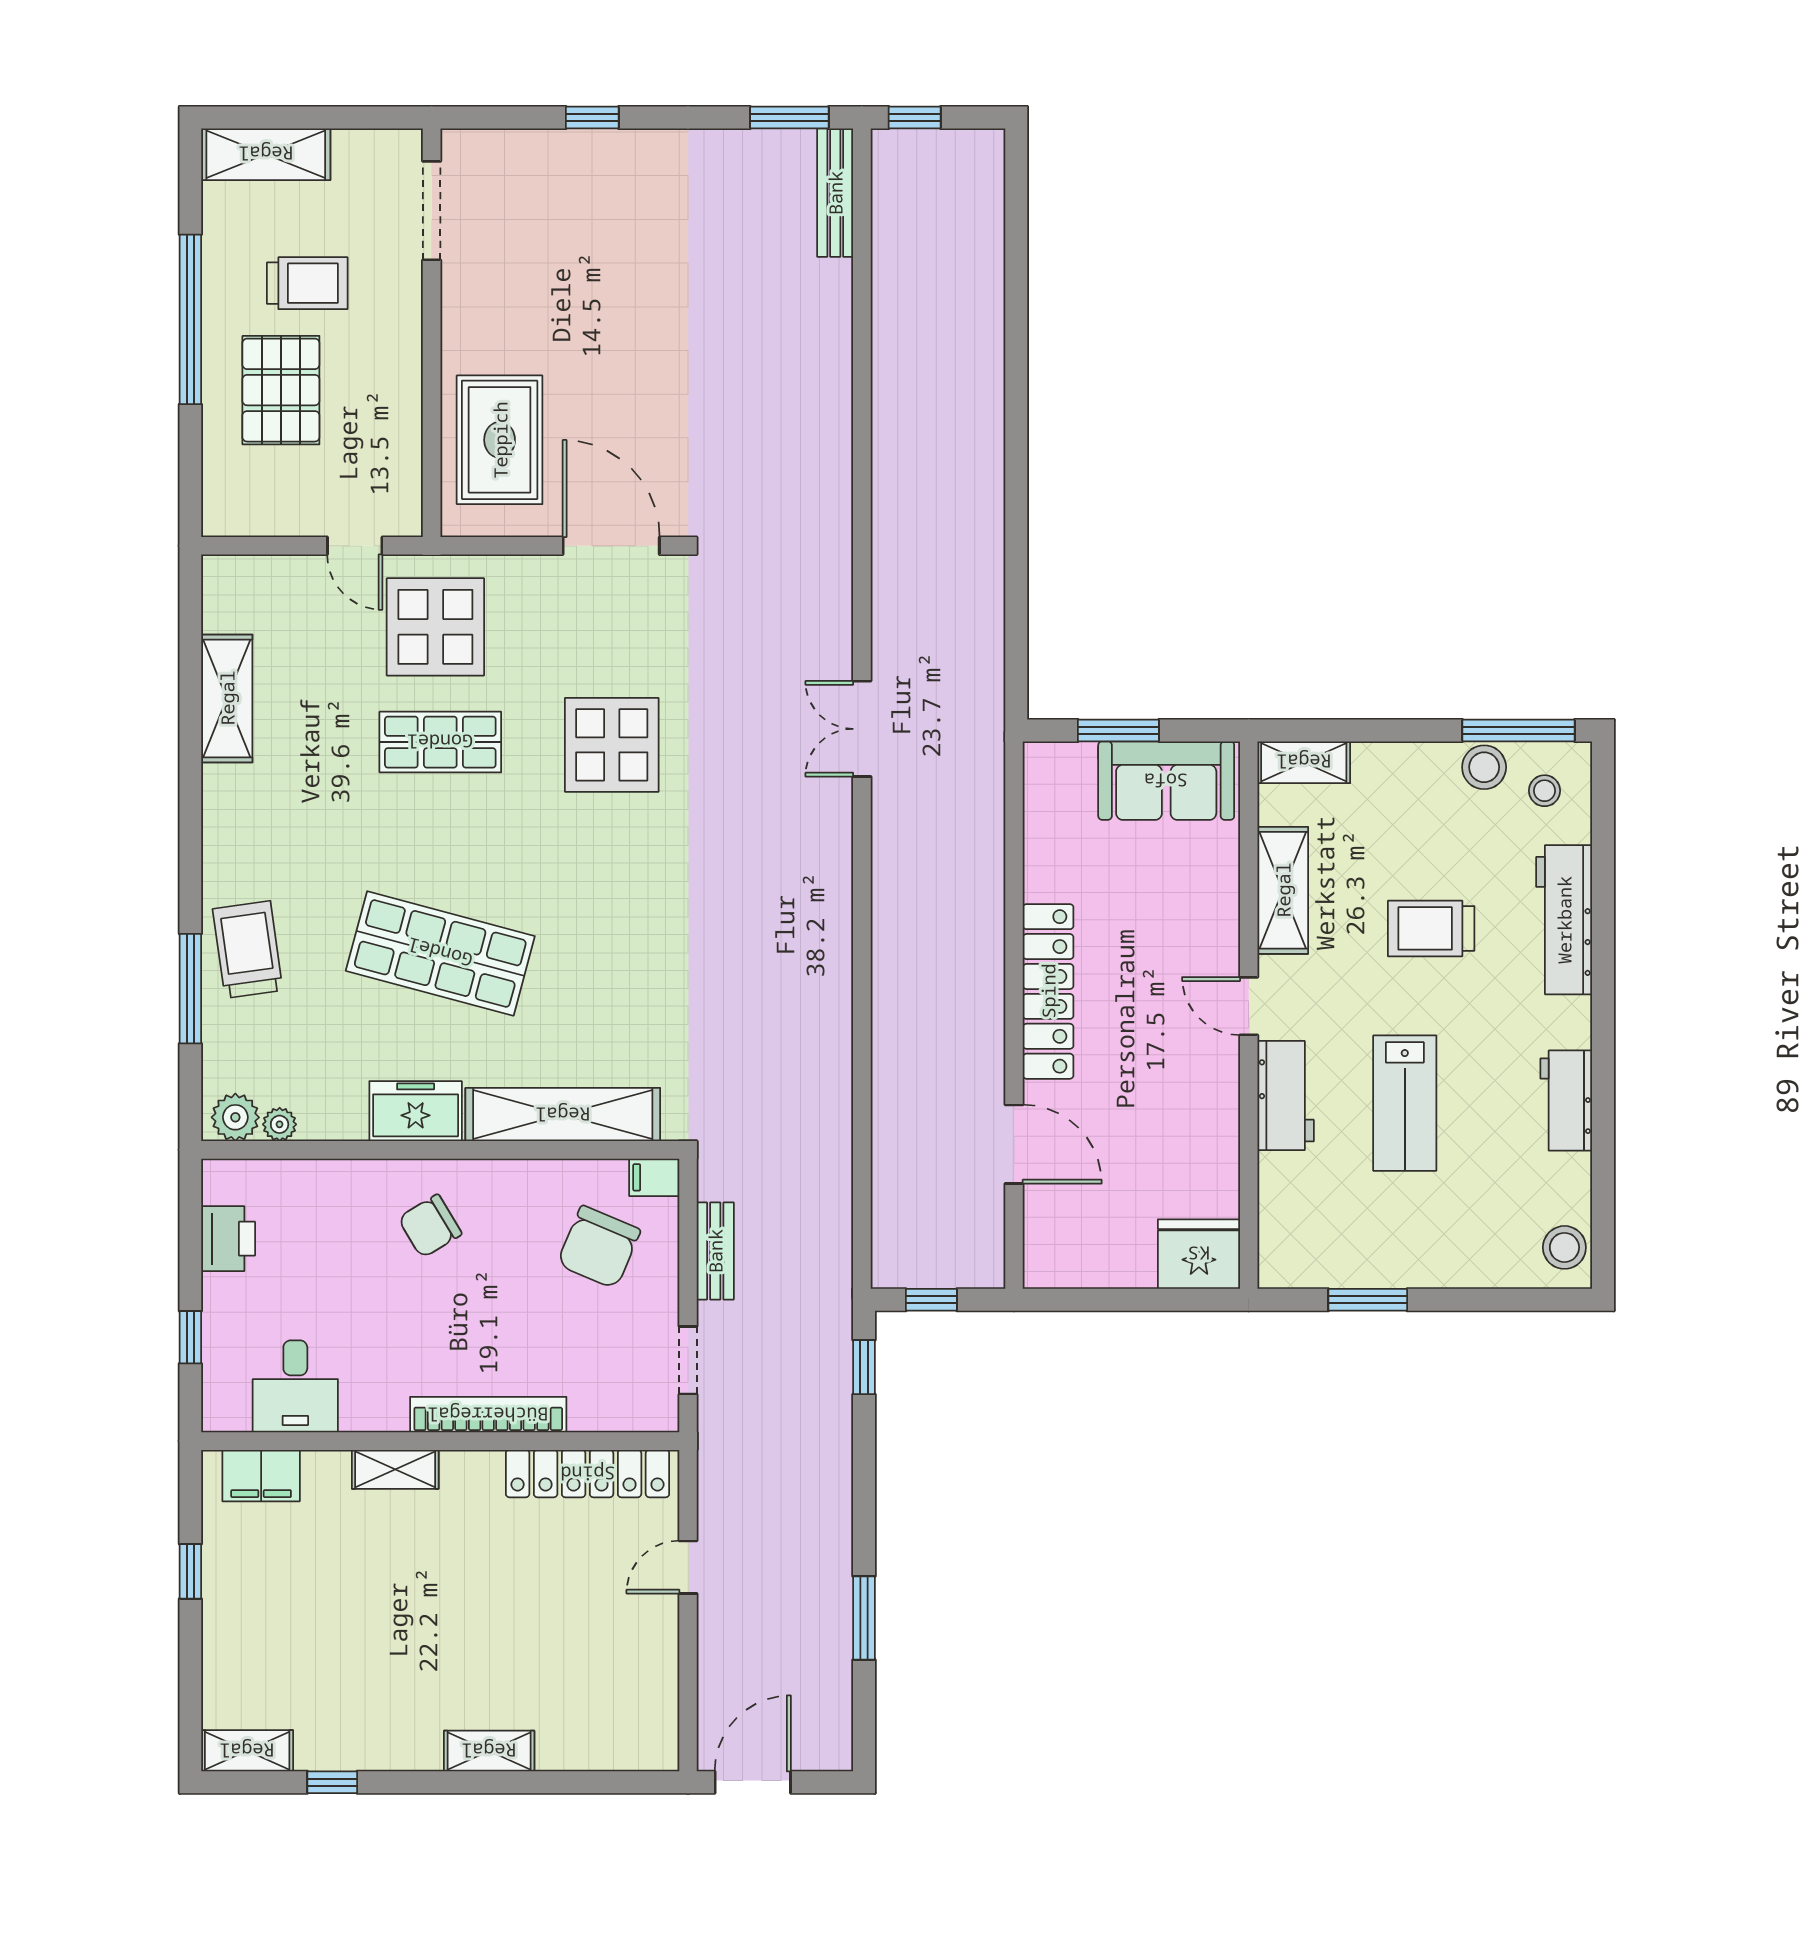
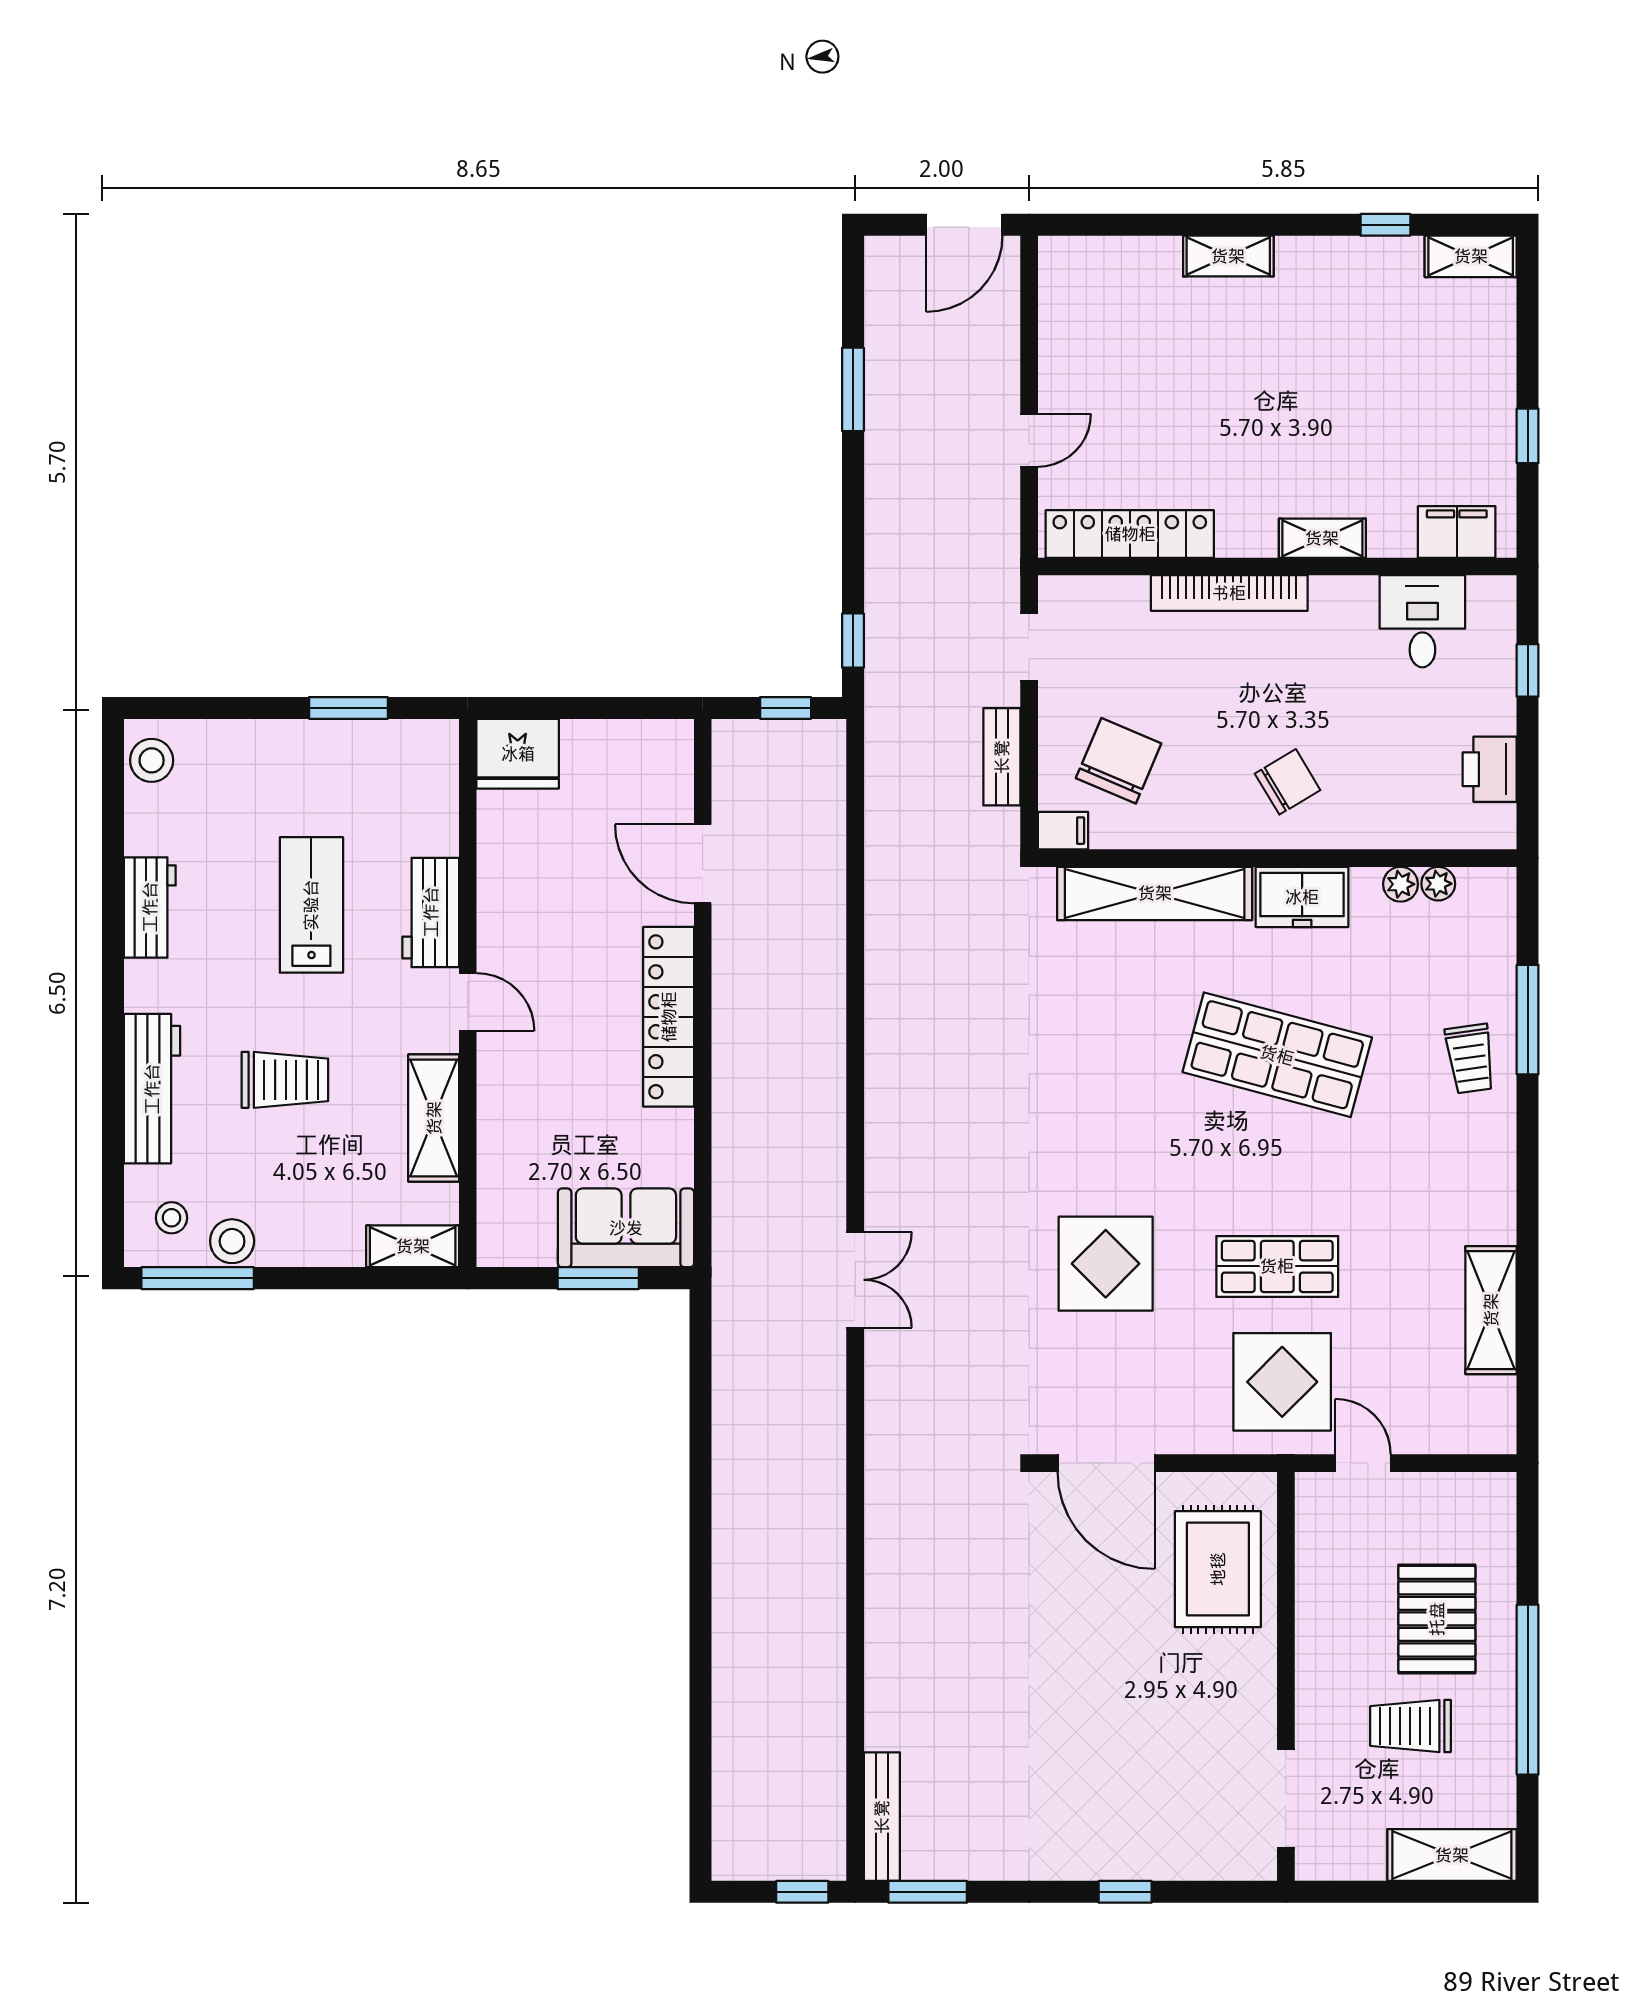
sofa: (1166, 781) -> (626, 1228), moved
trolley: (248, 950) -> (1470, 1059), width x0.73, depth x0.72
plant: (235, 1117) -> (1401, 884), moved, width x0.73, depth x0.73

